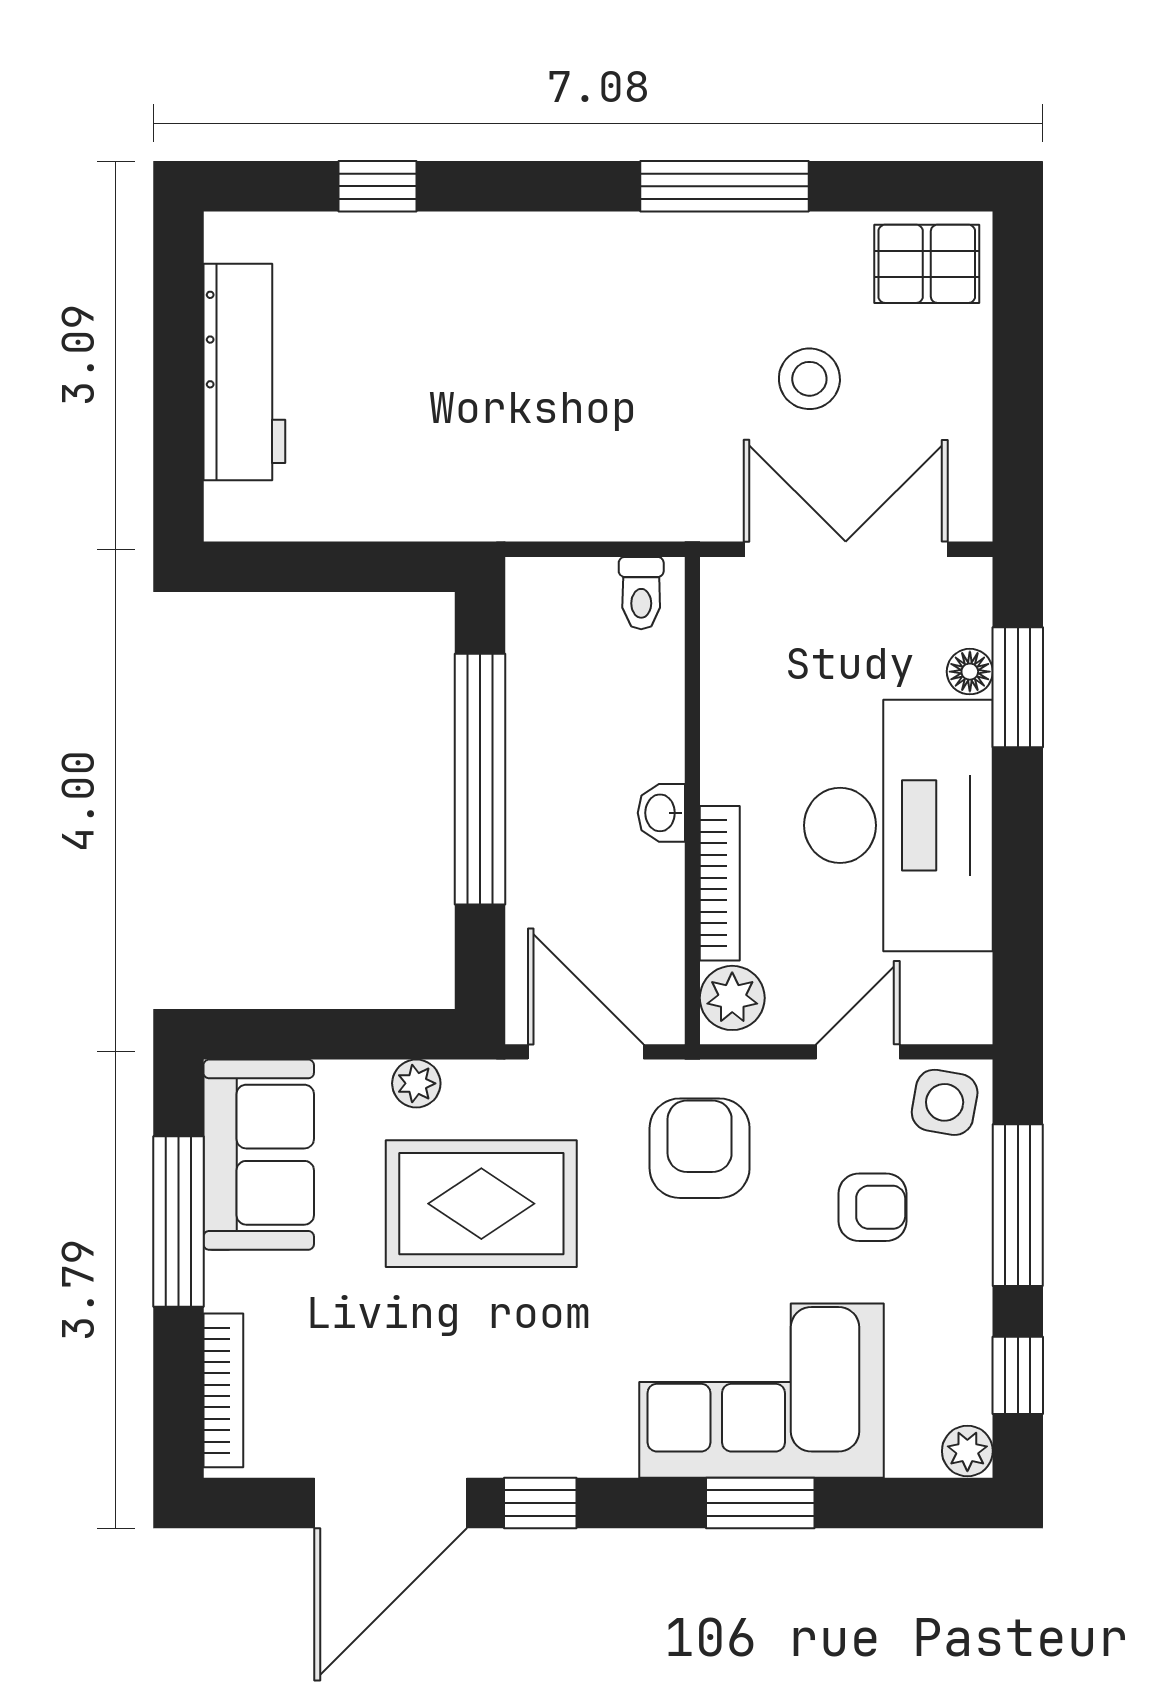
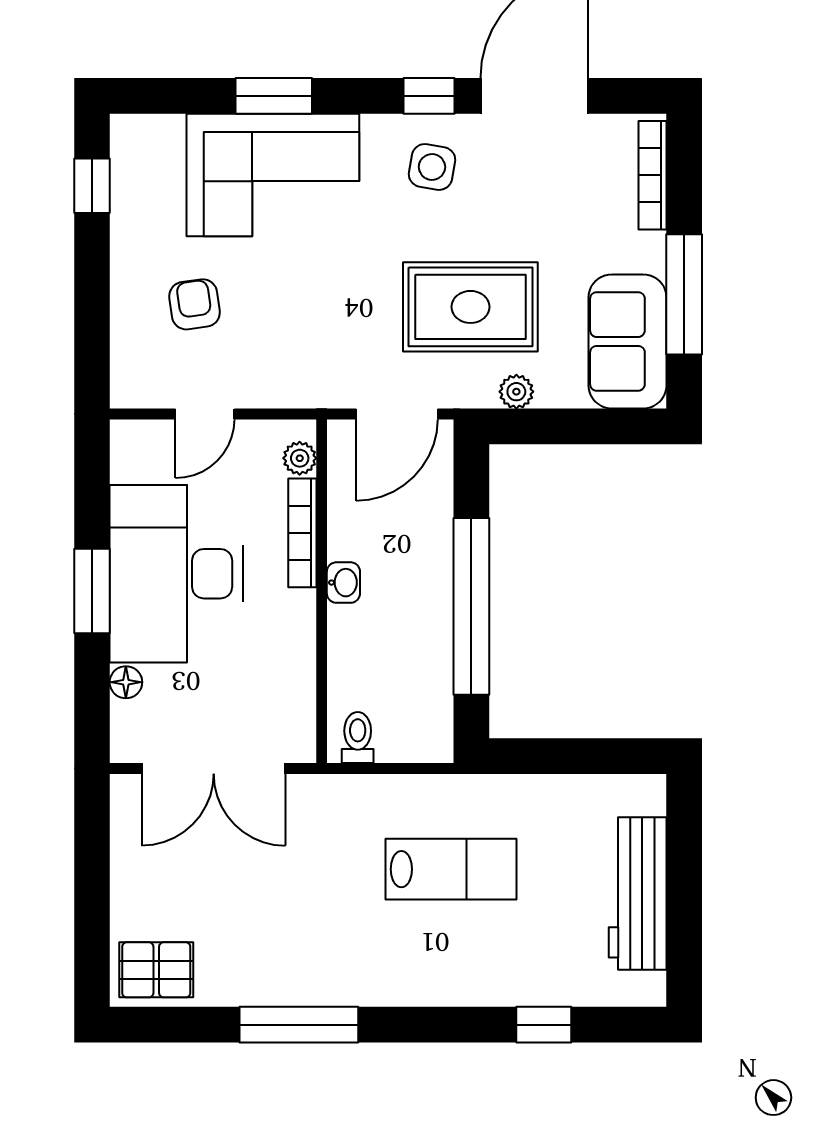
stool: (809, 379) -> (239, 889), removed
lab bench: (509, 407) -> (451, 869), added
window: (1018, 687) -> (92, 591), moved
plant: (732, 998) -> (300, 458), width x0.73, depth x0.73
door: (586, 1052) -> (397, 414), hinge flipped
side table: (945, 1102) -> (432, 167), moved
armchair: (700, 1148) -> (317, 346), removed
window: (1018, 1205) -> (92, 306), removed
armchair: (873, 1207) -> (195, 304), turned 82
plant: (967, 1451) -> (128, 132), removed

